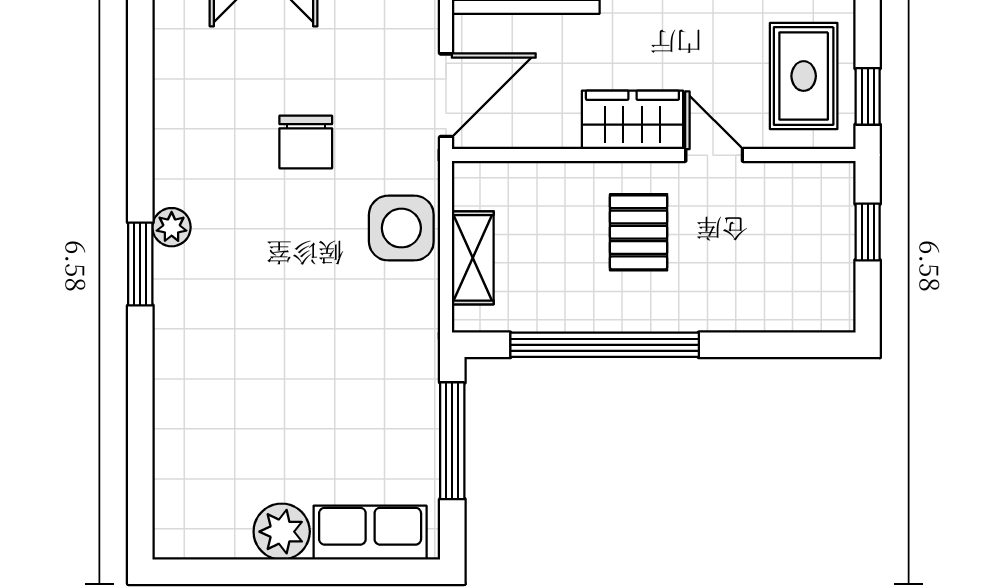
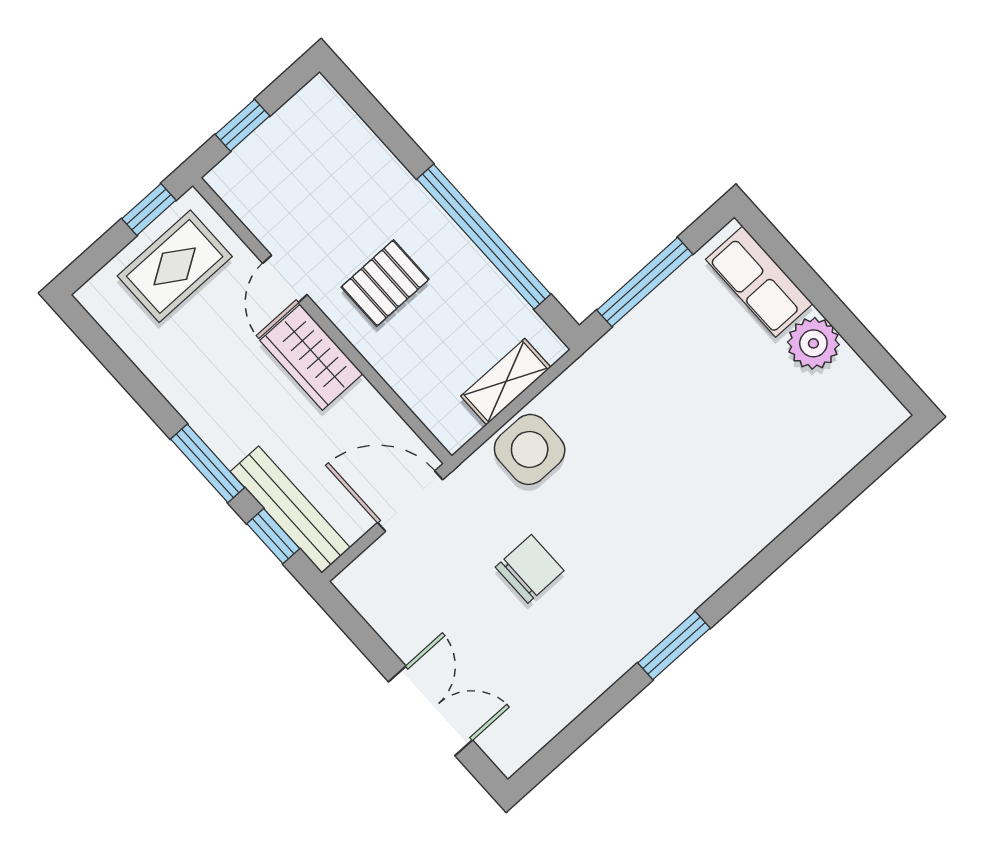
plant: (172, 227) -> (672, 609), removed
window: (140, 264) -> (674, 646), moved

